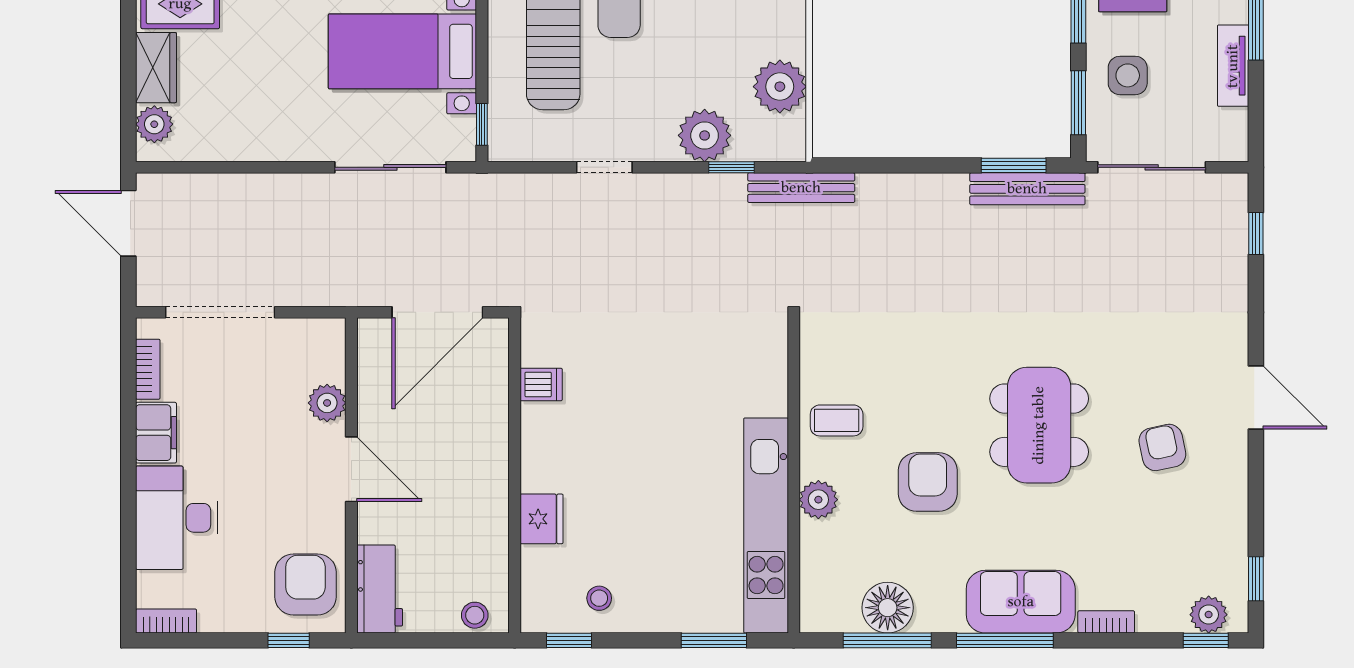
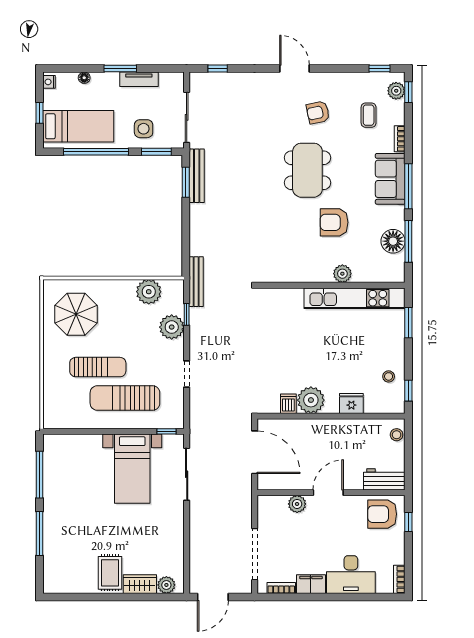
door: (1256, 397) -> (294, 69), hinge flipped
coffee table: (837, 420) -> (369, 115), moved
dining table: (1039, 425) -> (307, 170), turned 90
plant: (549, 433) -> (311, 400), added

